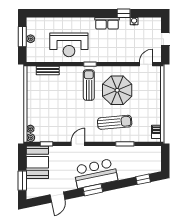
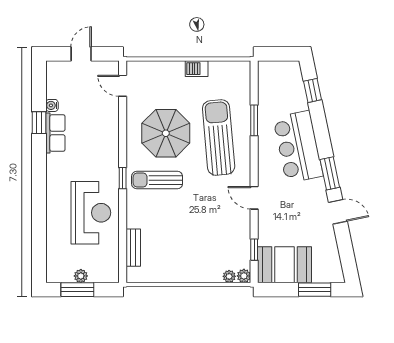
row of seats: (107, 23) -> (55, 133), moved
sun lounger: (115, 122) -> (219, 137), width x1.36, depth x1.34
barbecue: (156, 132) -> (197, 69), moved
bar counter: (96, 173) -> (298, 147), moved
door: (57, 197) -> (338, 212), moved

